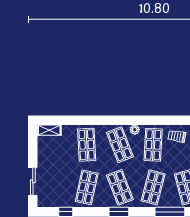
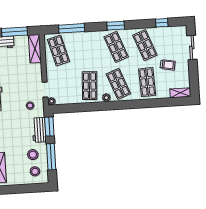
trolley: (177, 136) -> (168, 65), moved
shop shelf: (87, 187) -> (145, 45), turned -33
shop shelf: (153, 187) -> (87, 49), removed

